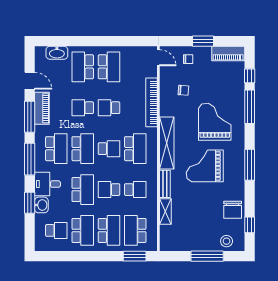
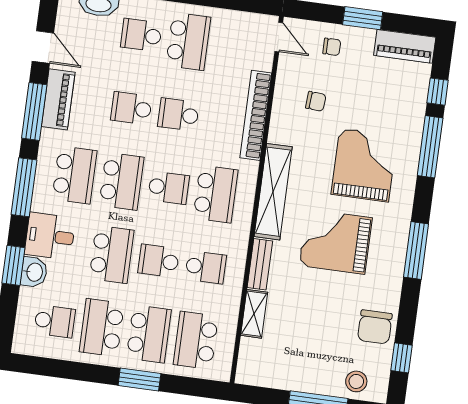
school desk: (83, 67) -> (141, 35), width x0.54
school desk: (83, 230) -> (102, 328), turned 180
window: (135, 256) -> (139, 380), moved

